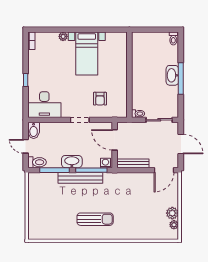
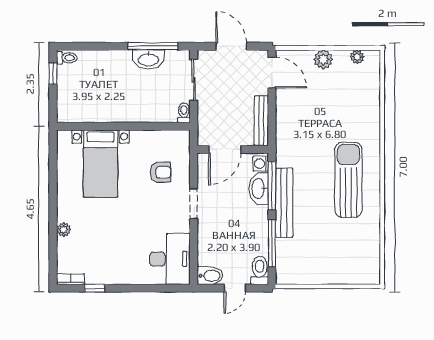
window: (163, 30) -> (53, 74), added
bed with nightstands: (87, 54) -> (100, 164), moved, turned 90
washbasin: (172, 75) -> (148, 59), moved
window: (181, 79) -> (153, 46), moved
window: (26, 80) -> (95, 288), moved
door: (181, 144) -> (231, 46), hinge flipped
washbasin: (72, 162) -> (259, 188), moved
plant: (172, 213) -> (323, 59), moved
sun lounger: (95, 219) -> (348, 180), width x1.36, depth x1.34

